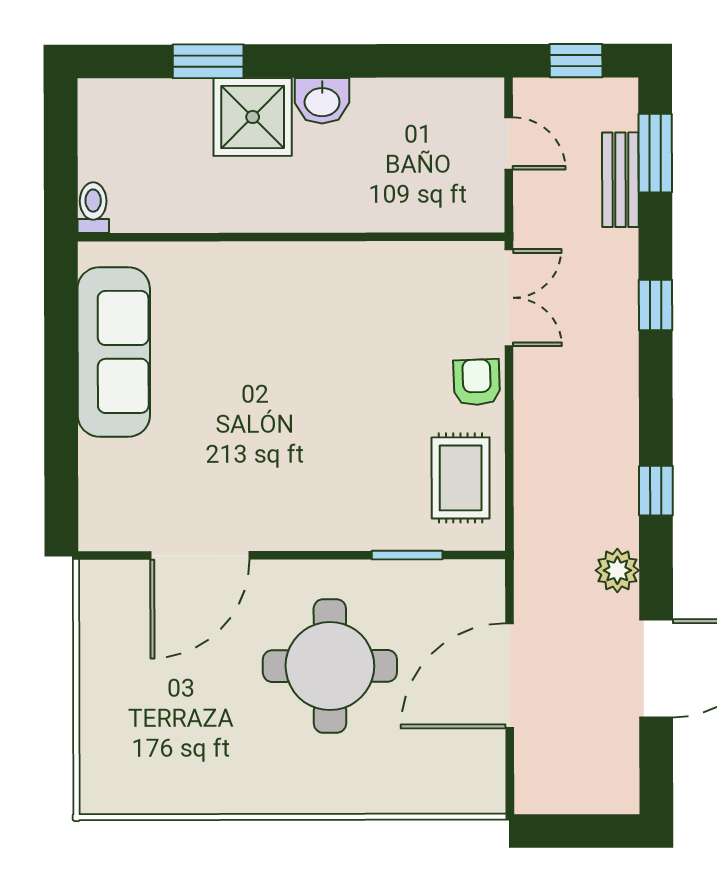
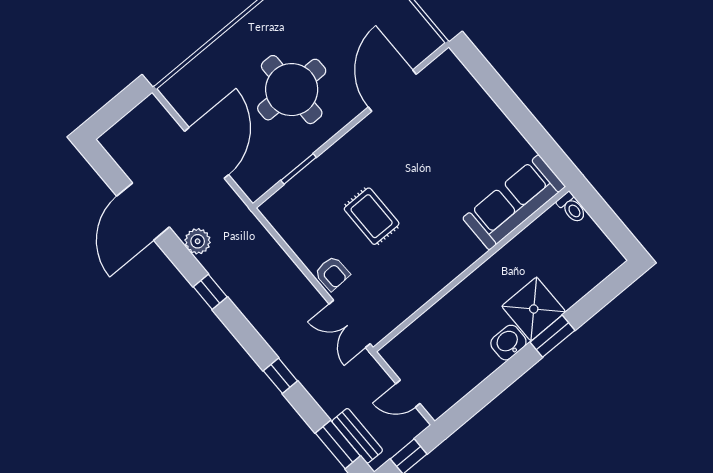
window: (208, 61) -> (552, 336), moved
bench: (620, 180) -> (357, 436), moved
sofa: (114, 352) -> (514, 202), moved, turned 90
rug: (461, 478) -> (372, 216), moved

